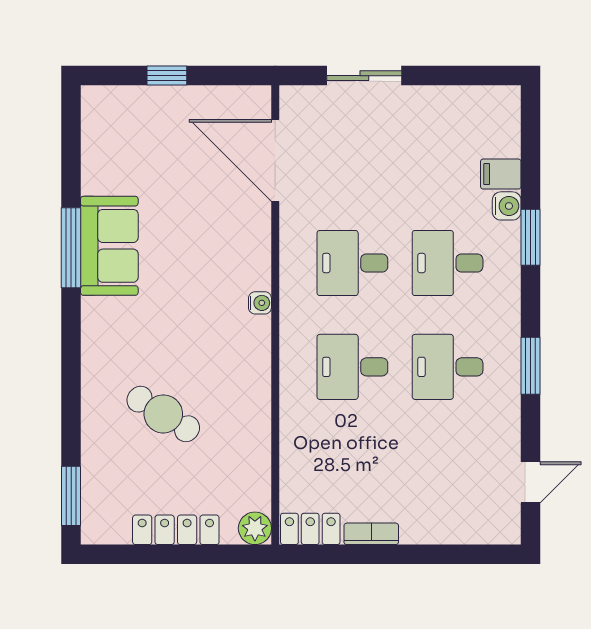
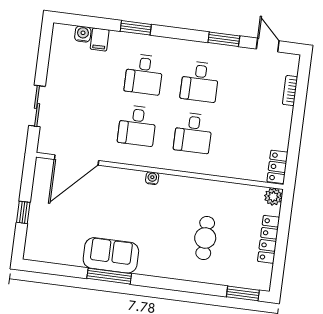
water cooler: (507, 206) -> (83, 34), moved
window: (531, 366) -> (224, 39), moved
cafe table: (163, 414) -> (205, 238), turned -32
bookcase: (371, 534) -> (290, 91), moved

